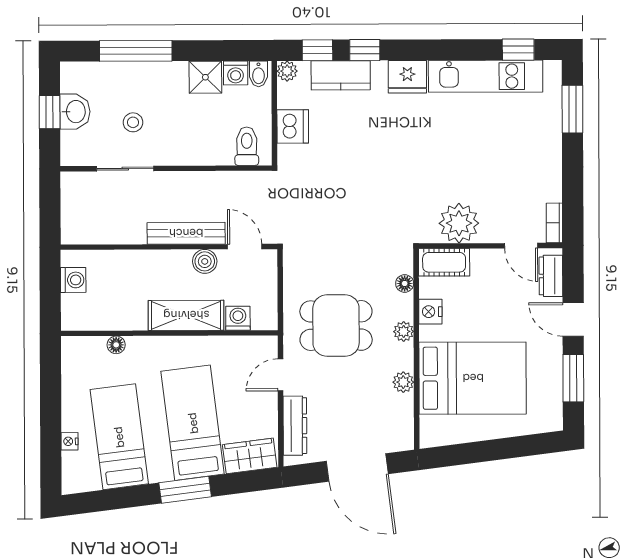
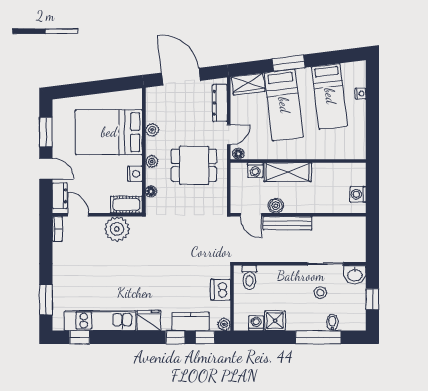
bidet: (258, 74) -> (332, 323), moved
washbasin: (75, 112) -> (355, 275), moved, turned -90
floor lamp: (116, 345) -> (238, 154), moved

